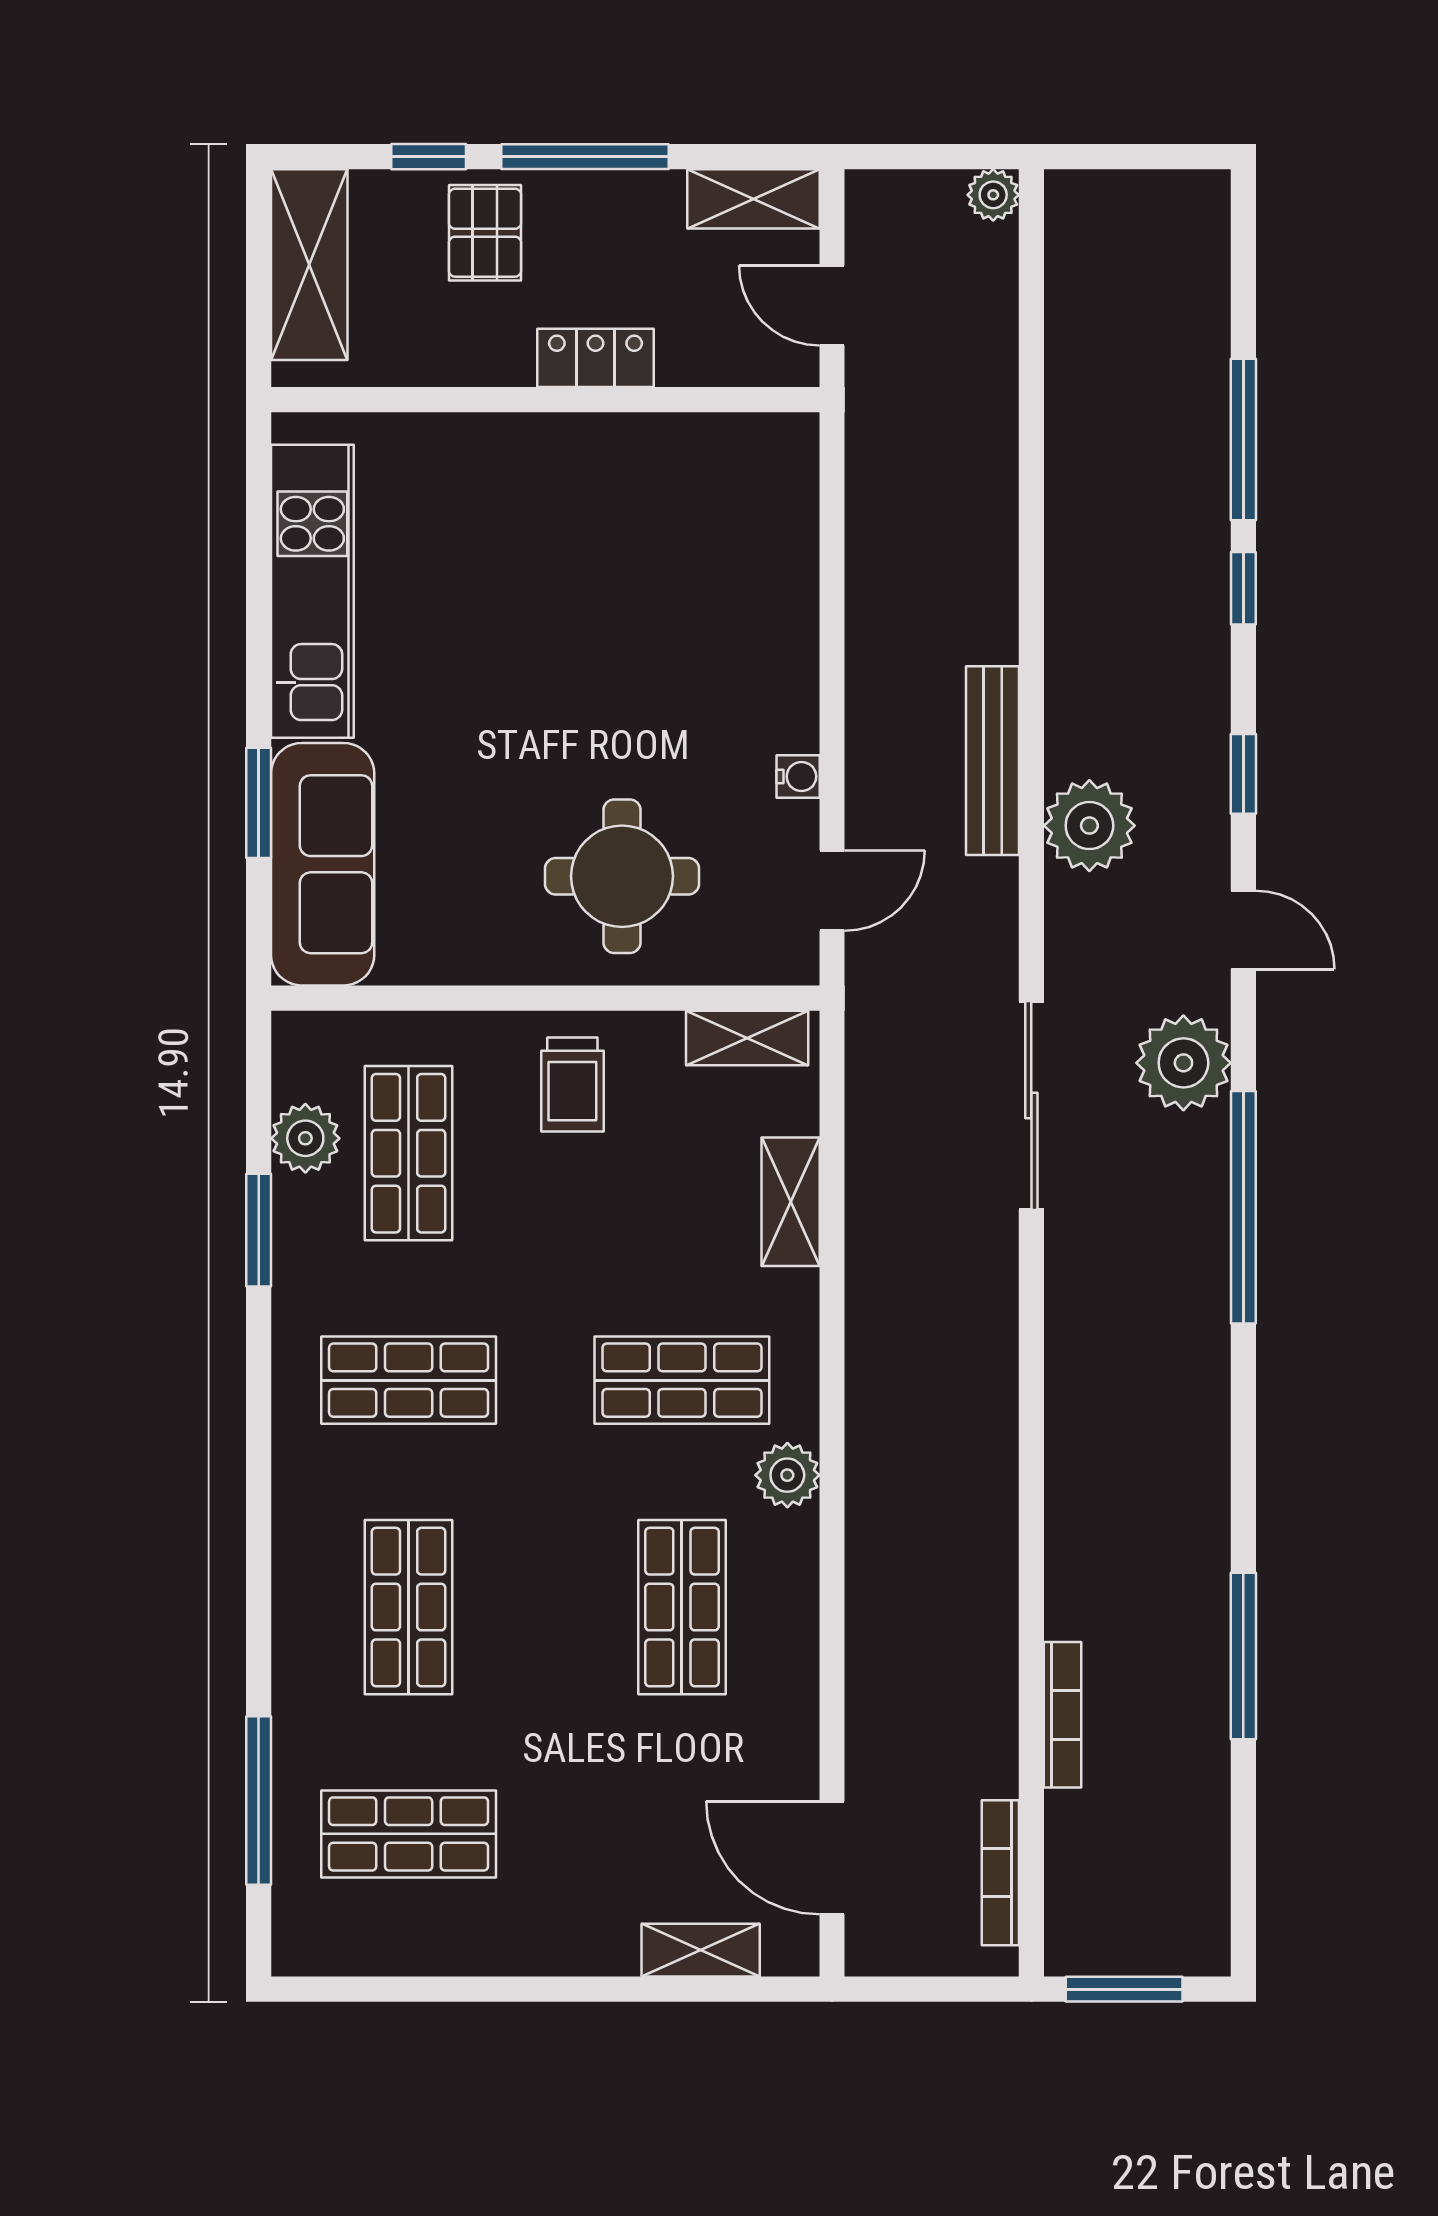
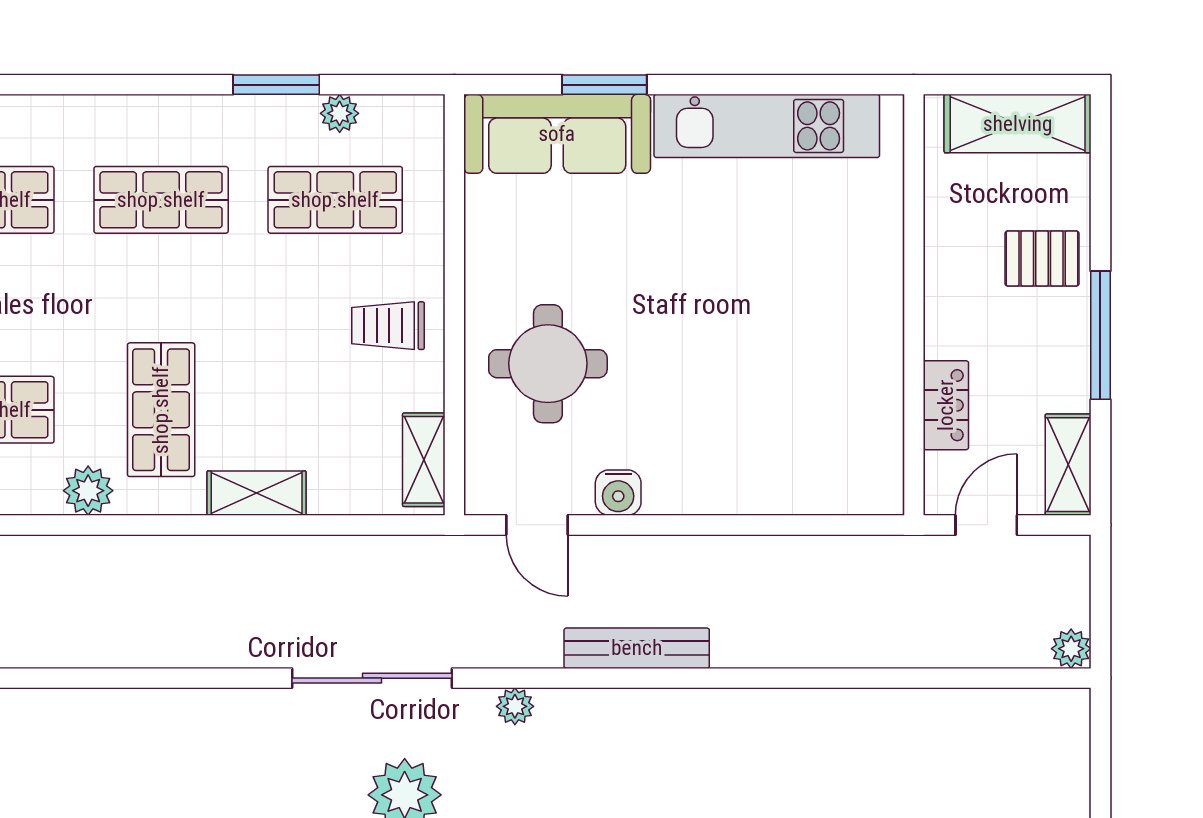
window: (429, 157) -> (1100, 215), removed
locker: (595, 358) -> (946, 405), moved
water cooler: (798, 777) -> (618, 493), width x1.38, depth x1.38
plant: (1089, 826) -> (515, 706), moved, width x0.53, depth x0.53
plant: (305, 1138) -> (340, 113), width x0.73, depth x0.73
shelving: (791, 1202) -> (257, 493), moved
shop shelf: (409, 1380) -> (161, 200), turned 90

